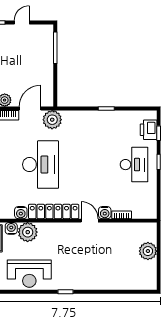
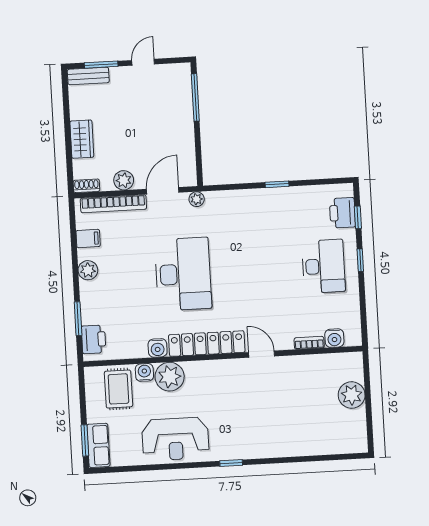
plant: (52, 120) -> (197, 199), width x0.53, depth x0.53
water cooler: (105, 213) -> (334, 338), moved

